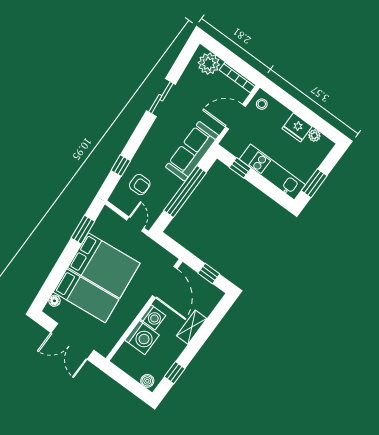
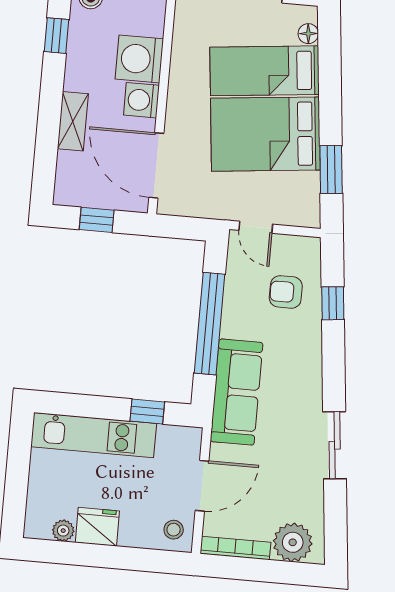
window: (314, 183) -> (19, 457), removed

